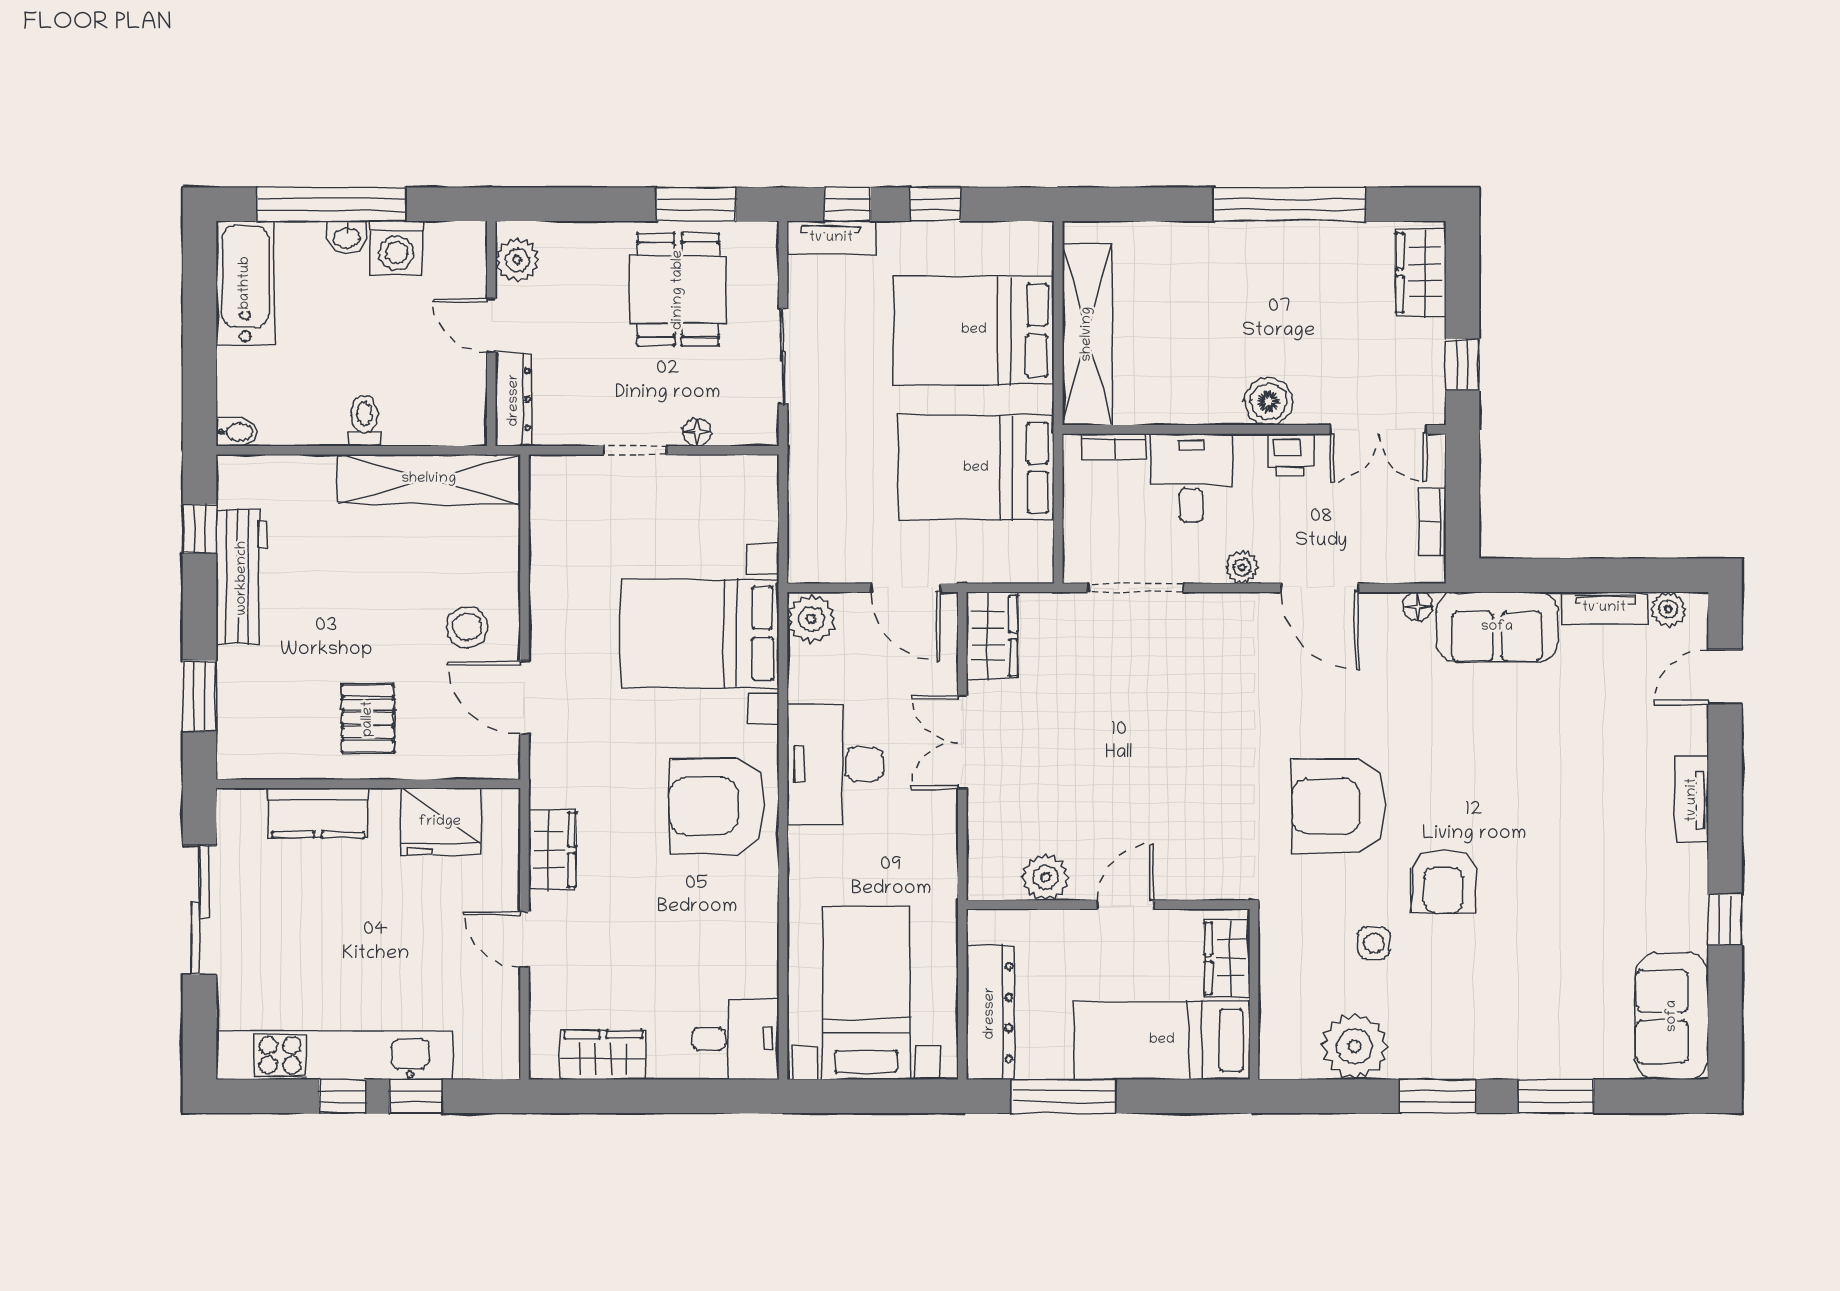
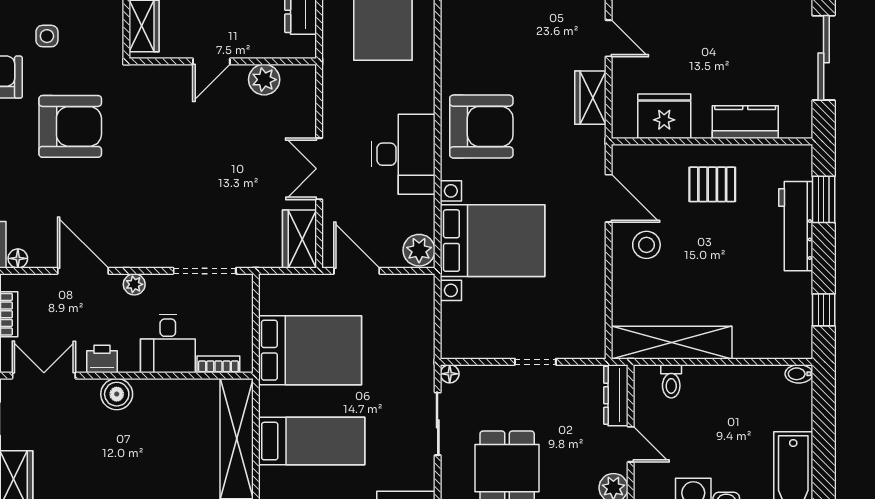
bed: (974, 330) -> (312, 441), width x0.67
toilet: (364, 421) -> (671, 381), moved
floor lamp: (697, 432) -> (450, 374), moved
workbench: (242, 578) -> (796, 226), moved
pallet: (368, 719) -> (712, 184), turned 90
double door: (962, 742) -> (319, 169), swing flipped

